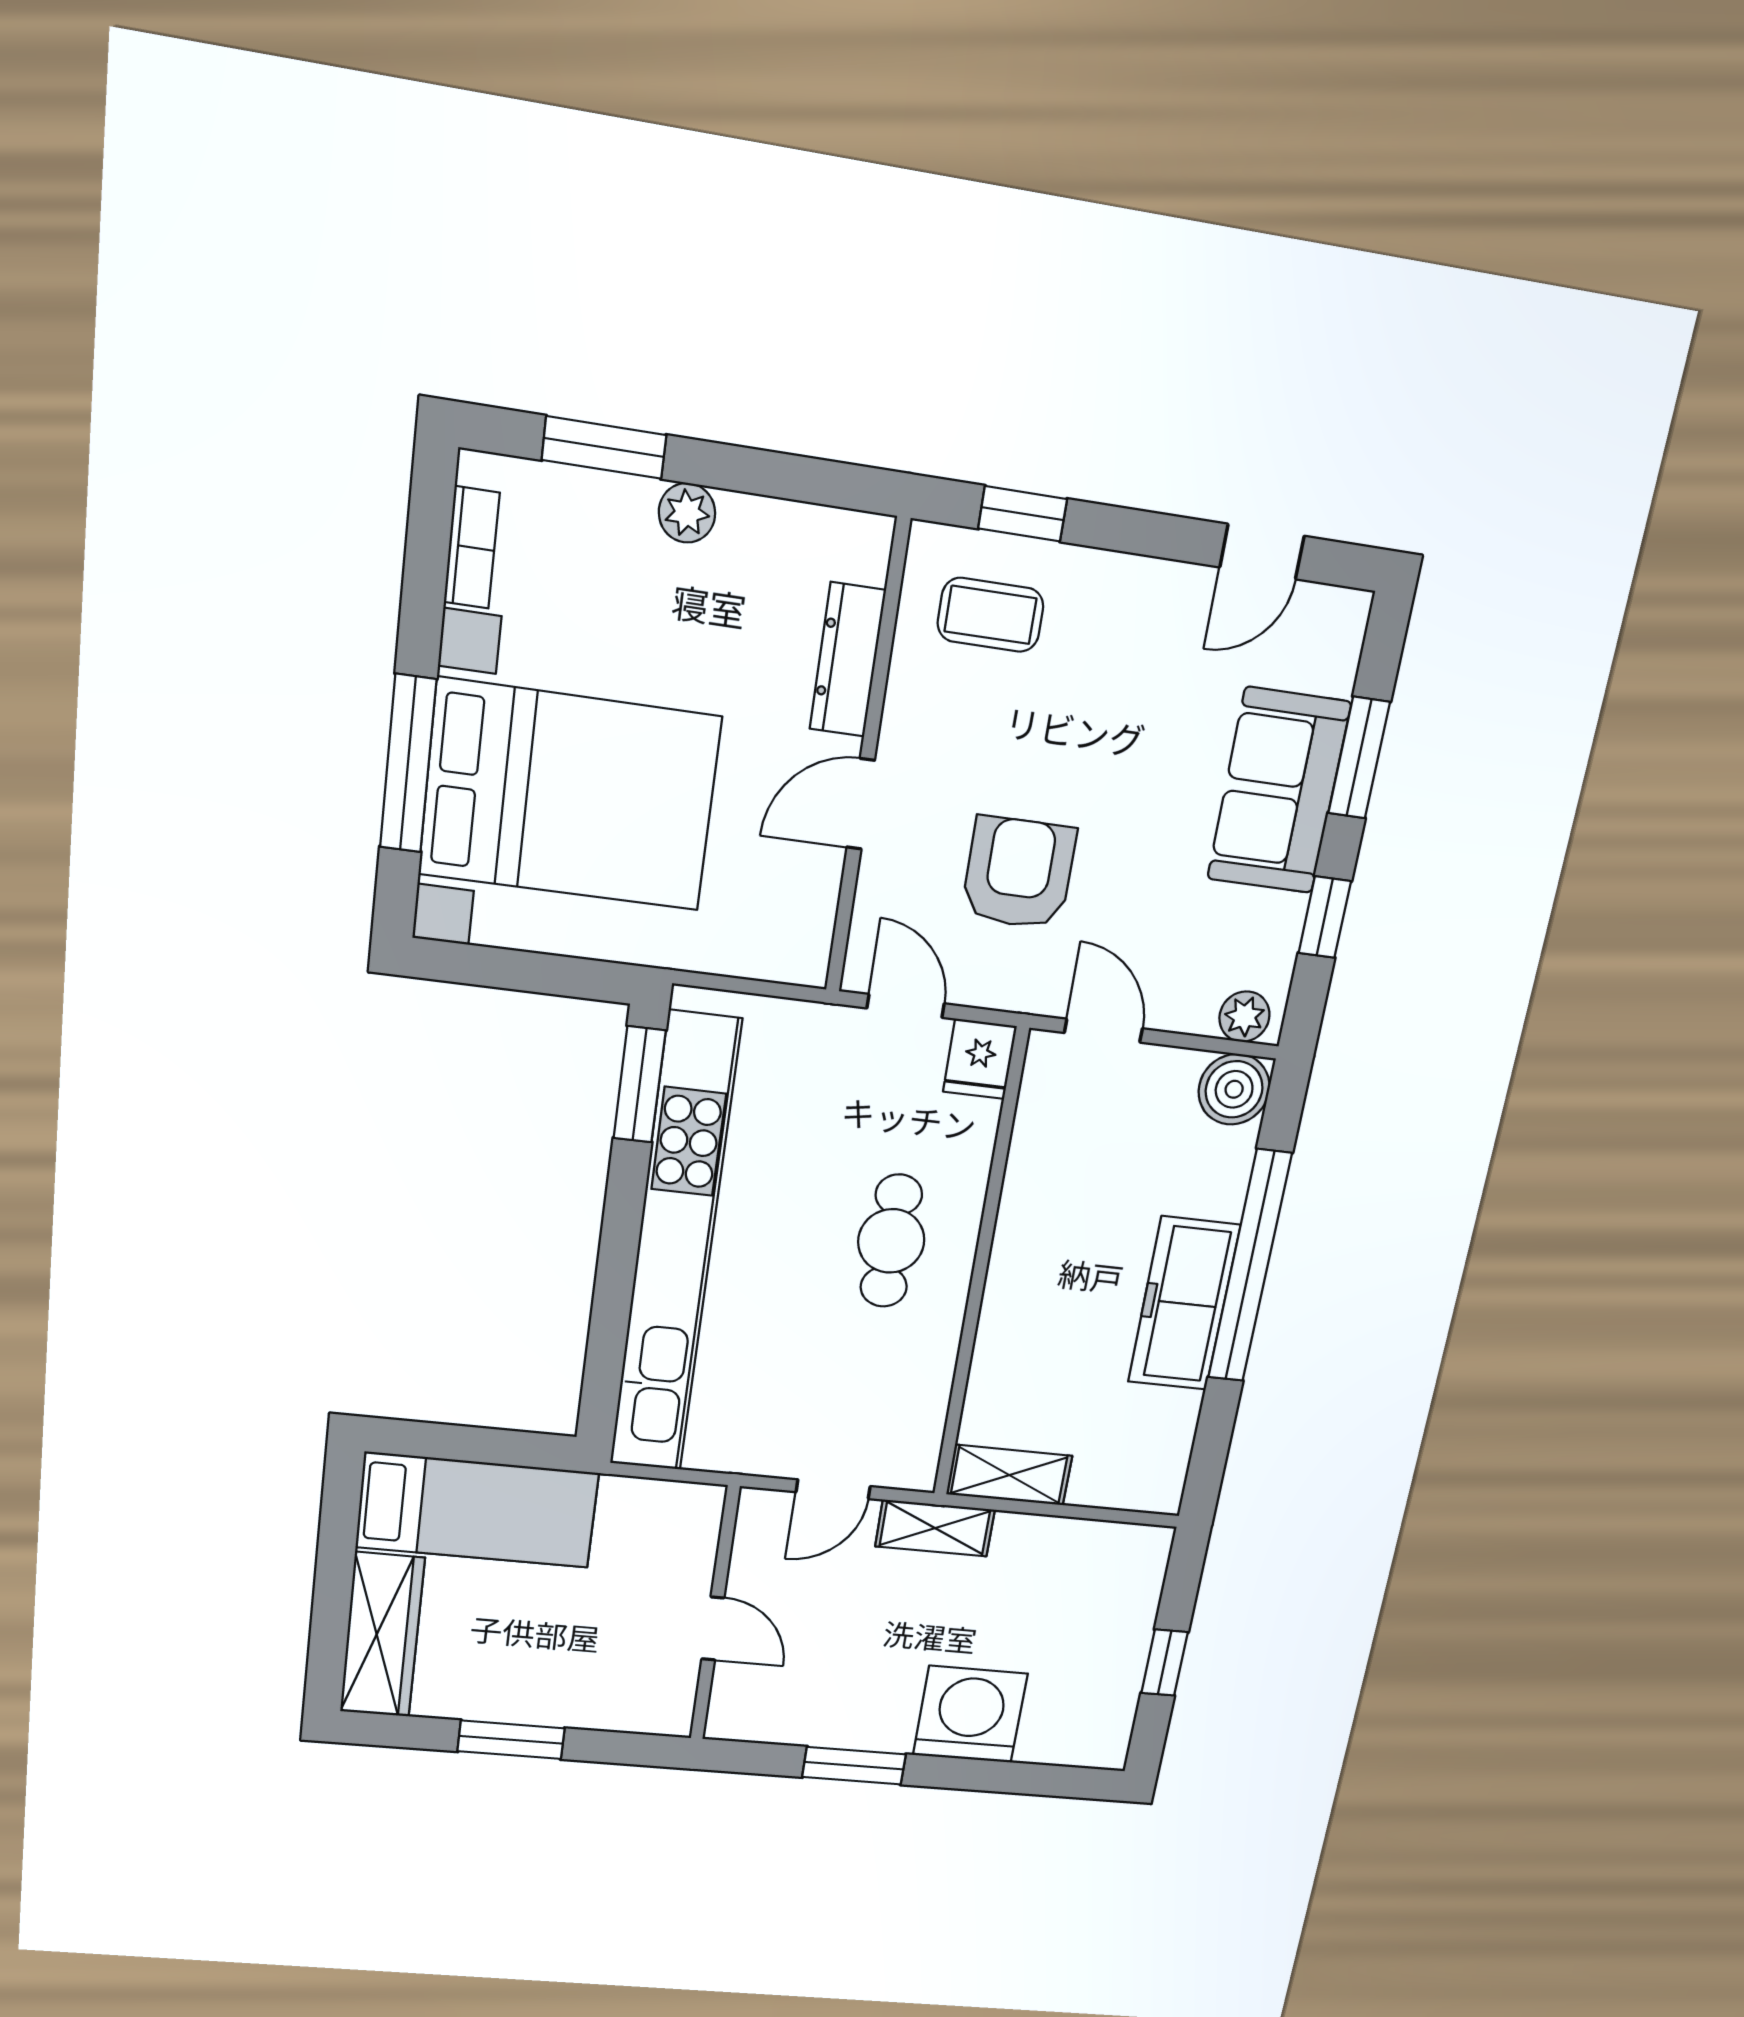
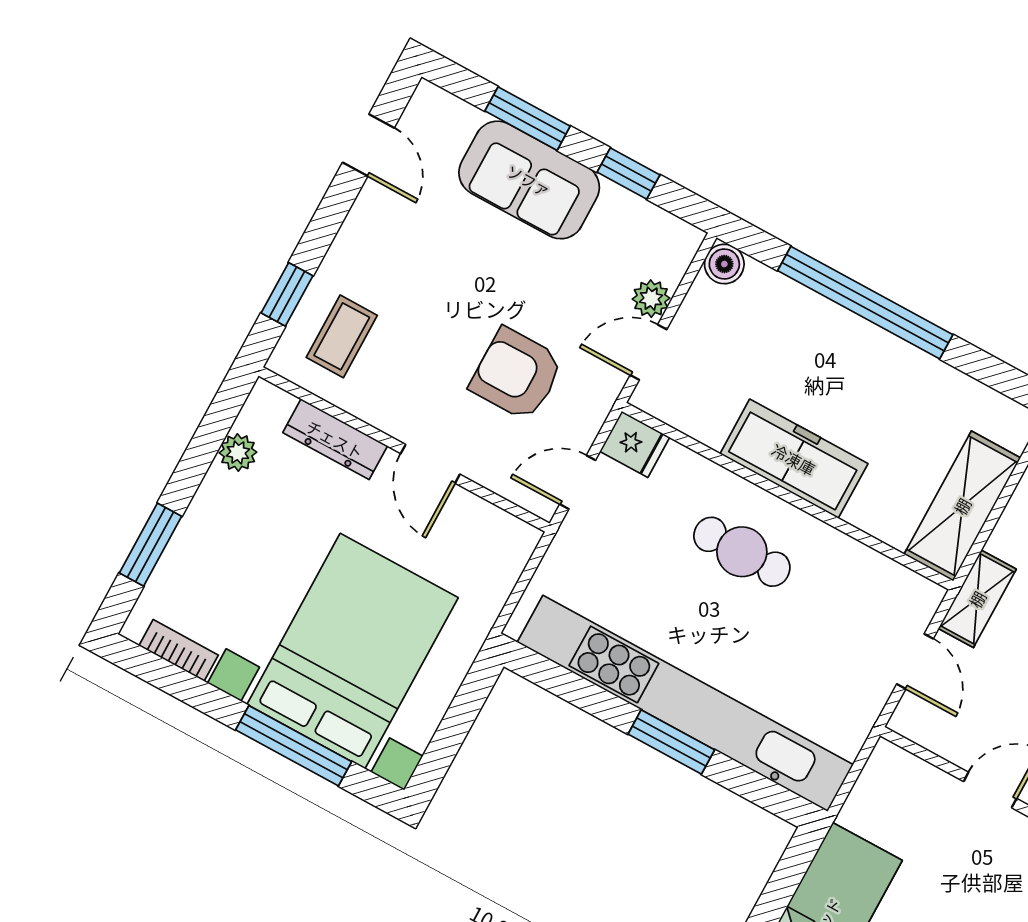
plant: (687, 513) -> (238, 453), moved
plant: (1244, 1017) -> (651, 299), moved
window: (640, 1085) -> (671, 742), moved
boiler: (1234, 1089) -> (724, 264), width x0.73, depth x0.73
freezer: (1184, 1304) -> (794, 459), moved, turned 180
shelving: (1009, 1475) -> (962, 506), width x1.50, depth x1.33

